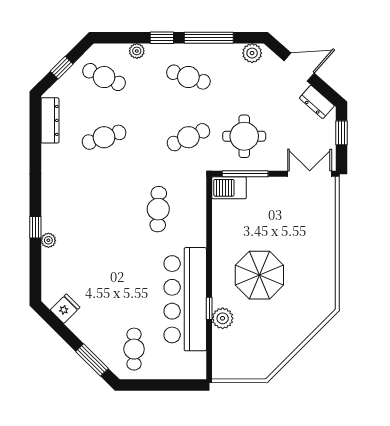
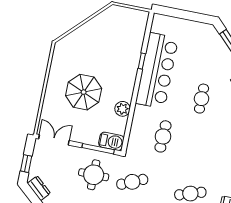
double door: (310, 174) -> (54, 140), swing flipped
parasol: (259, 275) -> (84, 92), moved
plant: (223, 318) -> (122, 109), moved
cafe table: (134, 349) -> (202, 99), moved

